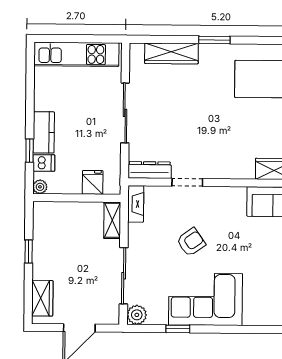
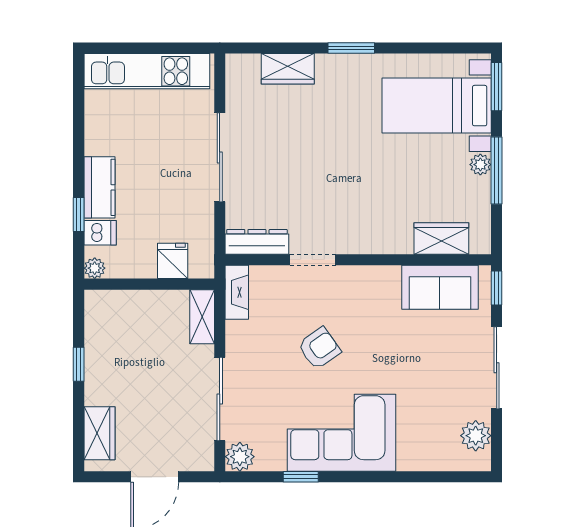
wardrobe: (171, 53) -> (288, 69), width x0.67

